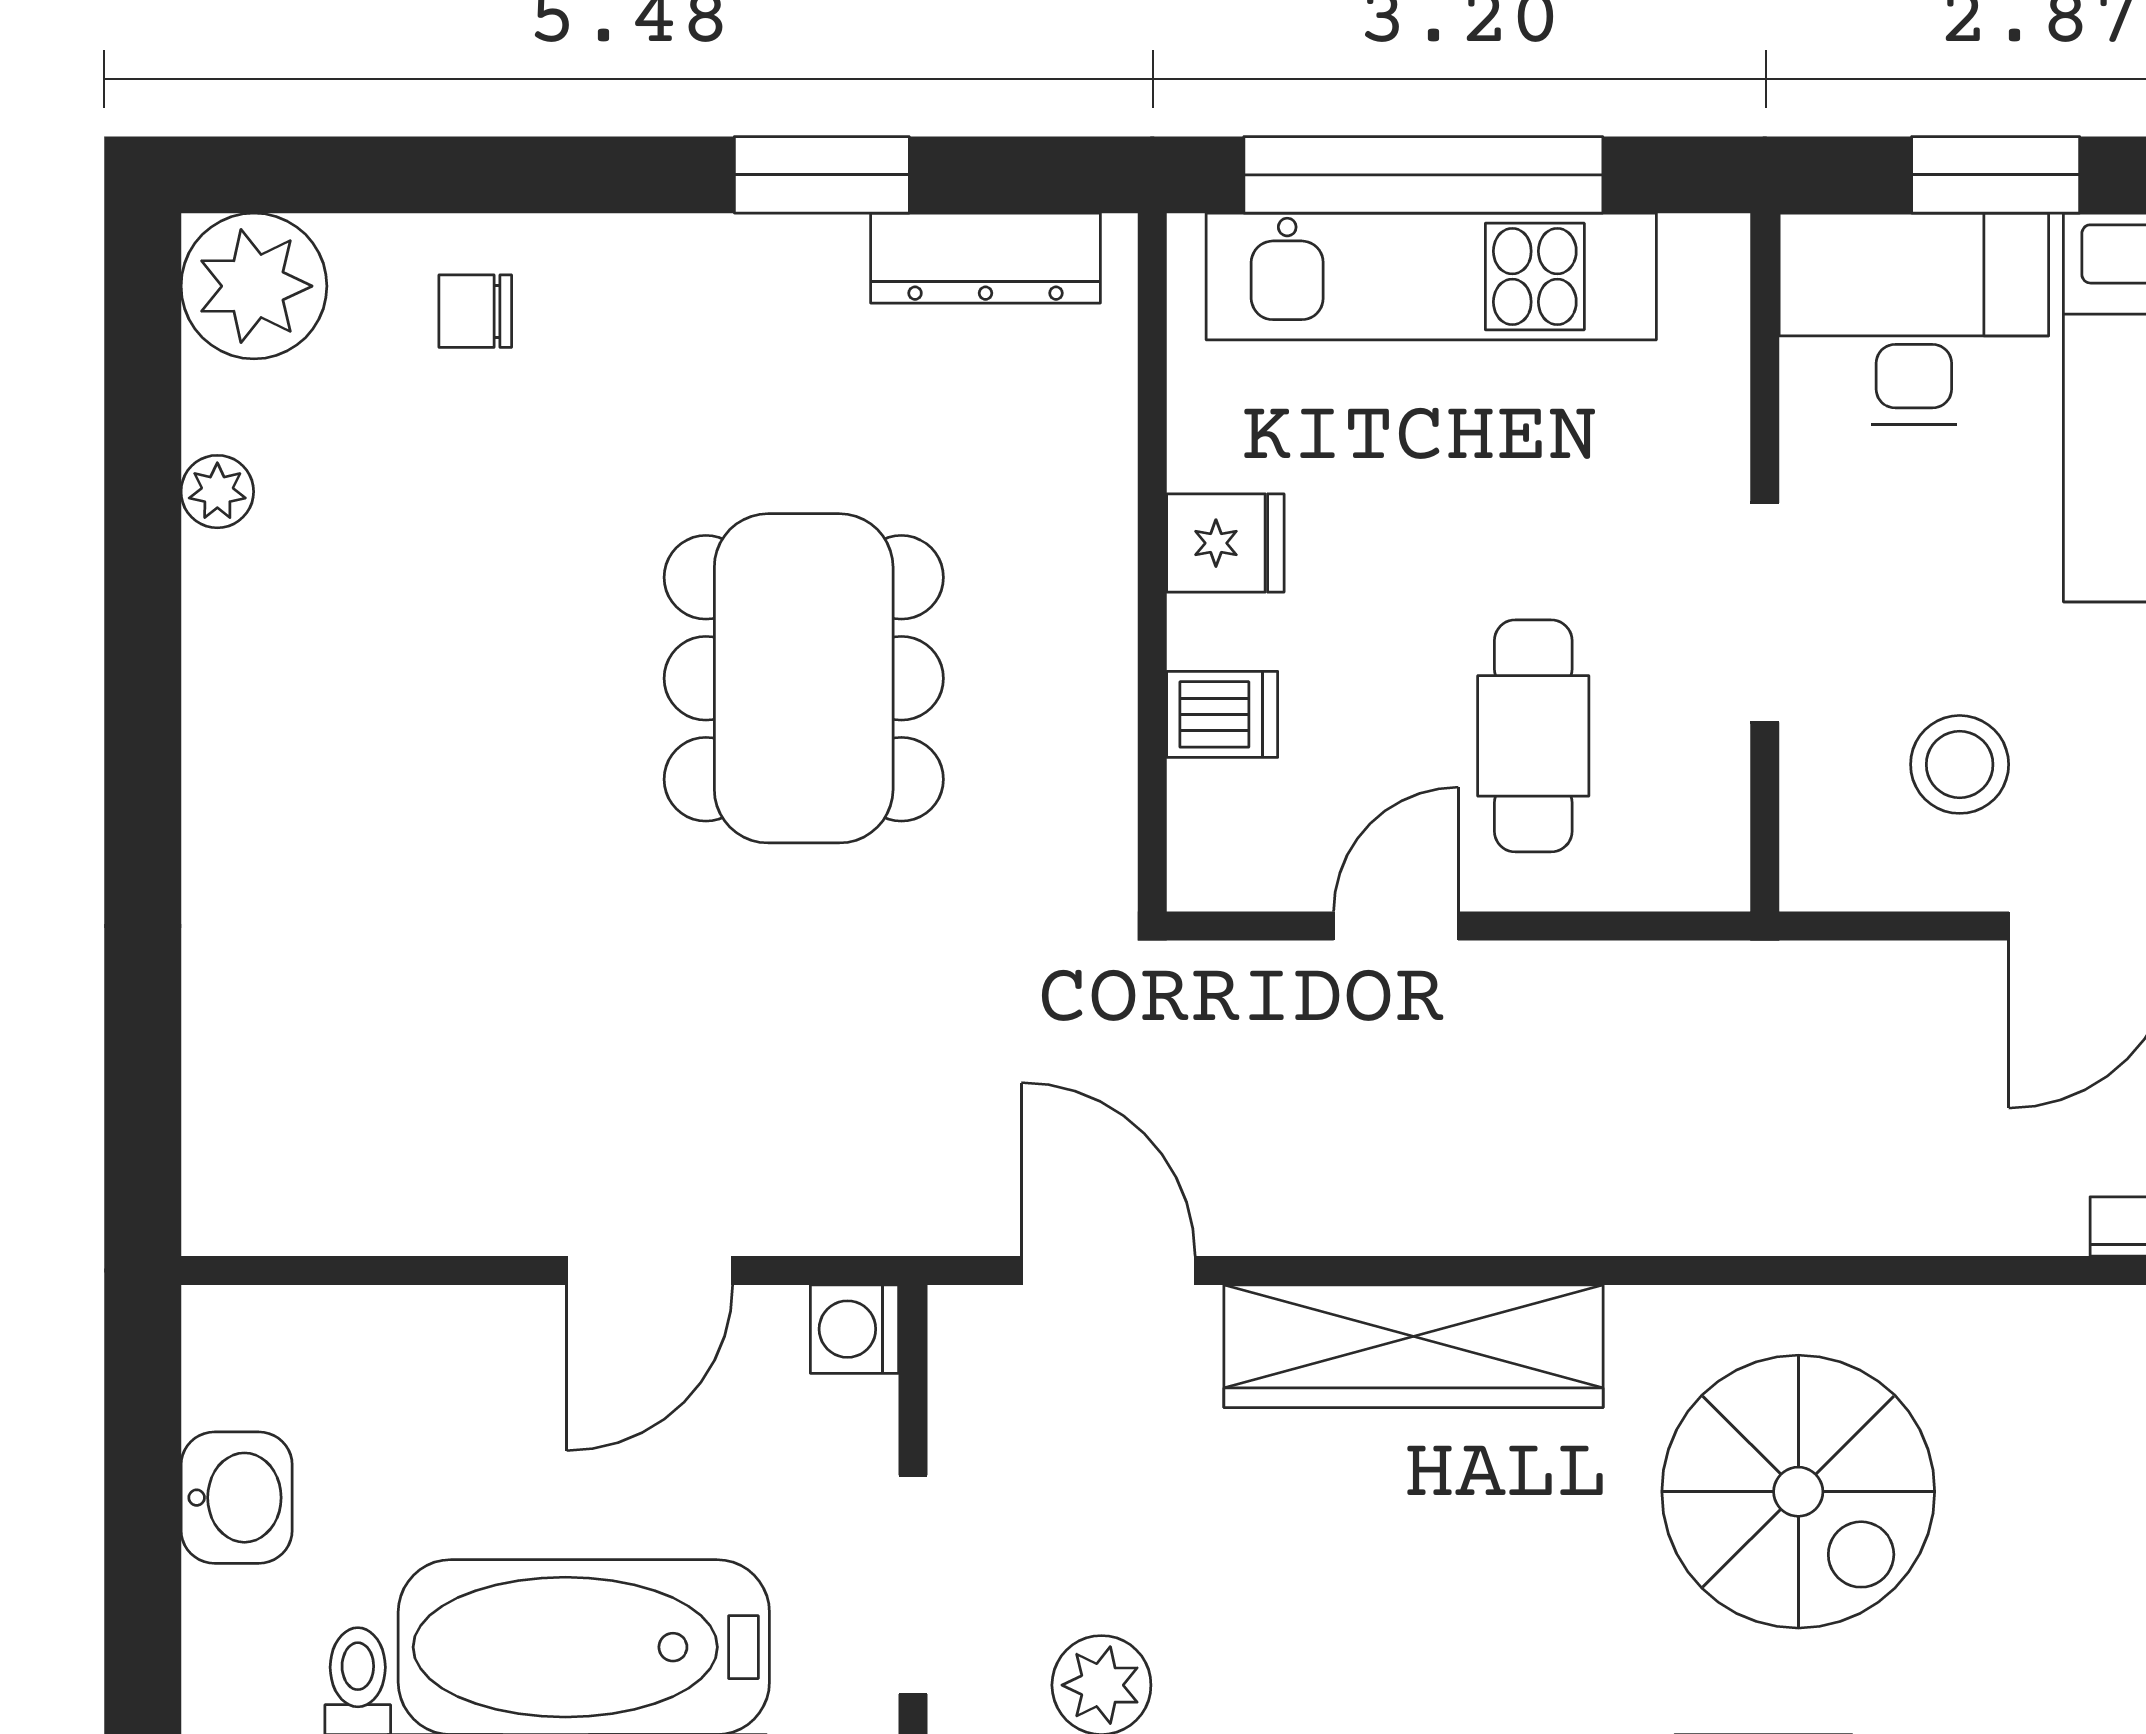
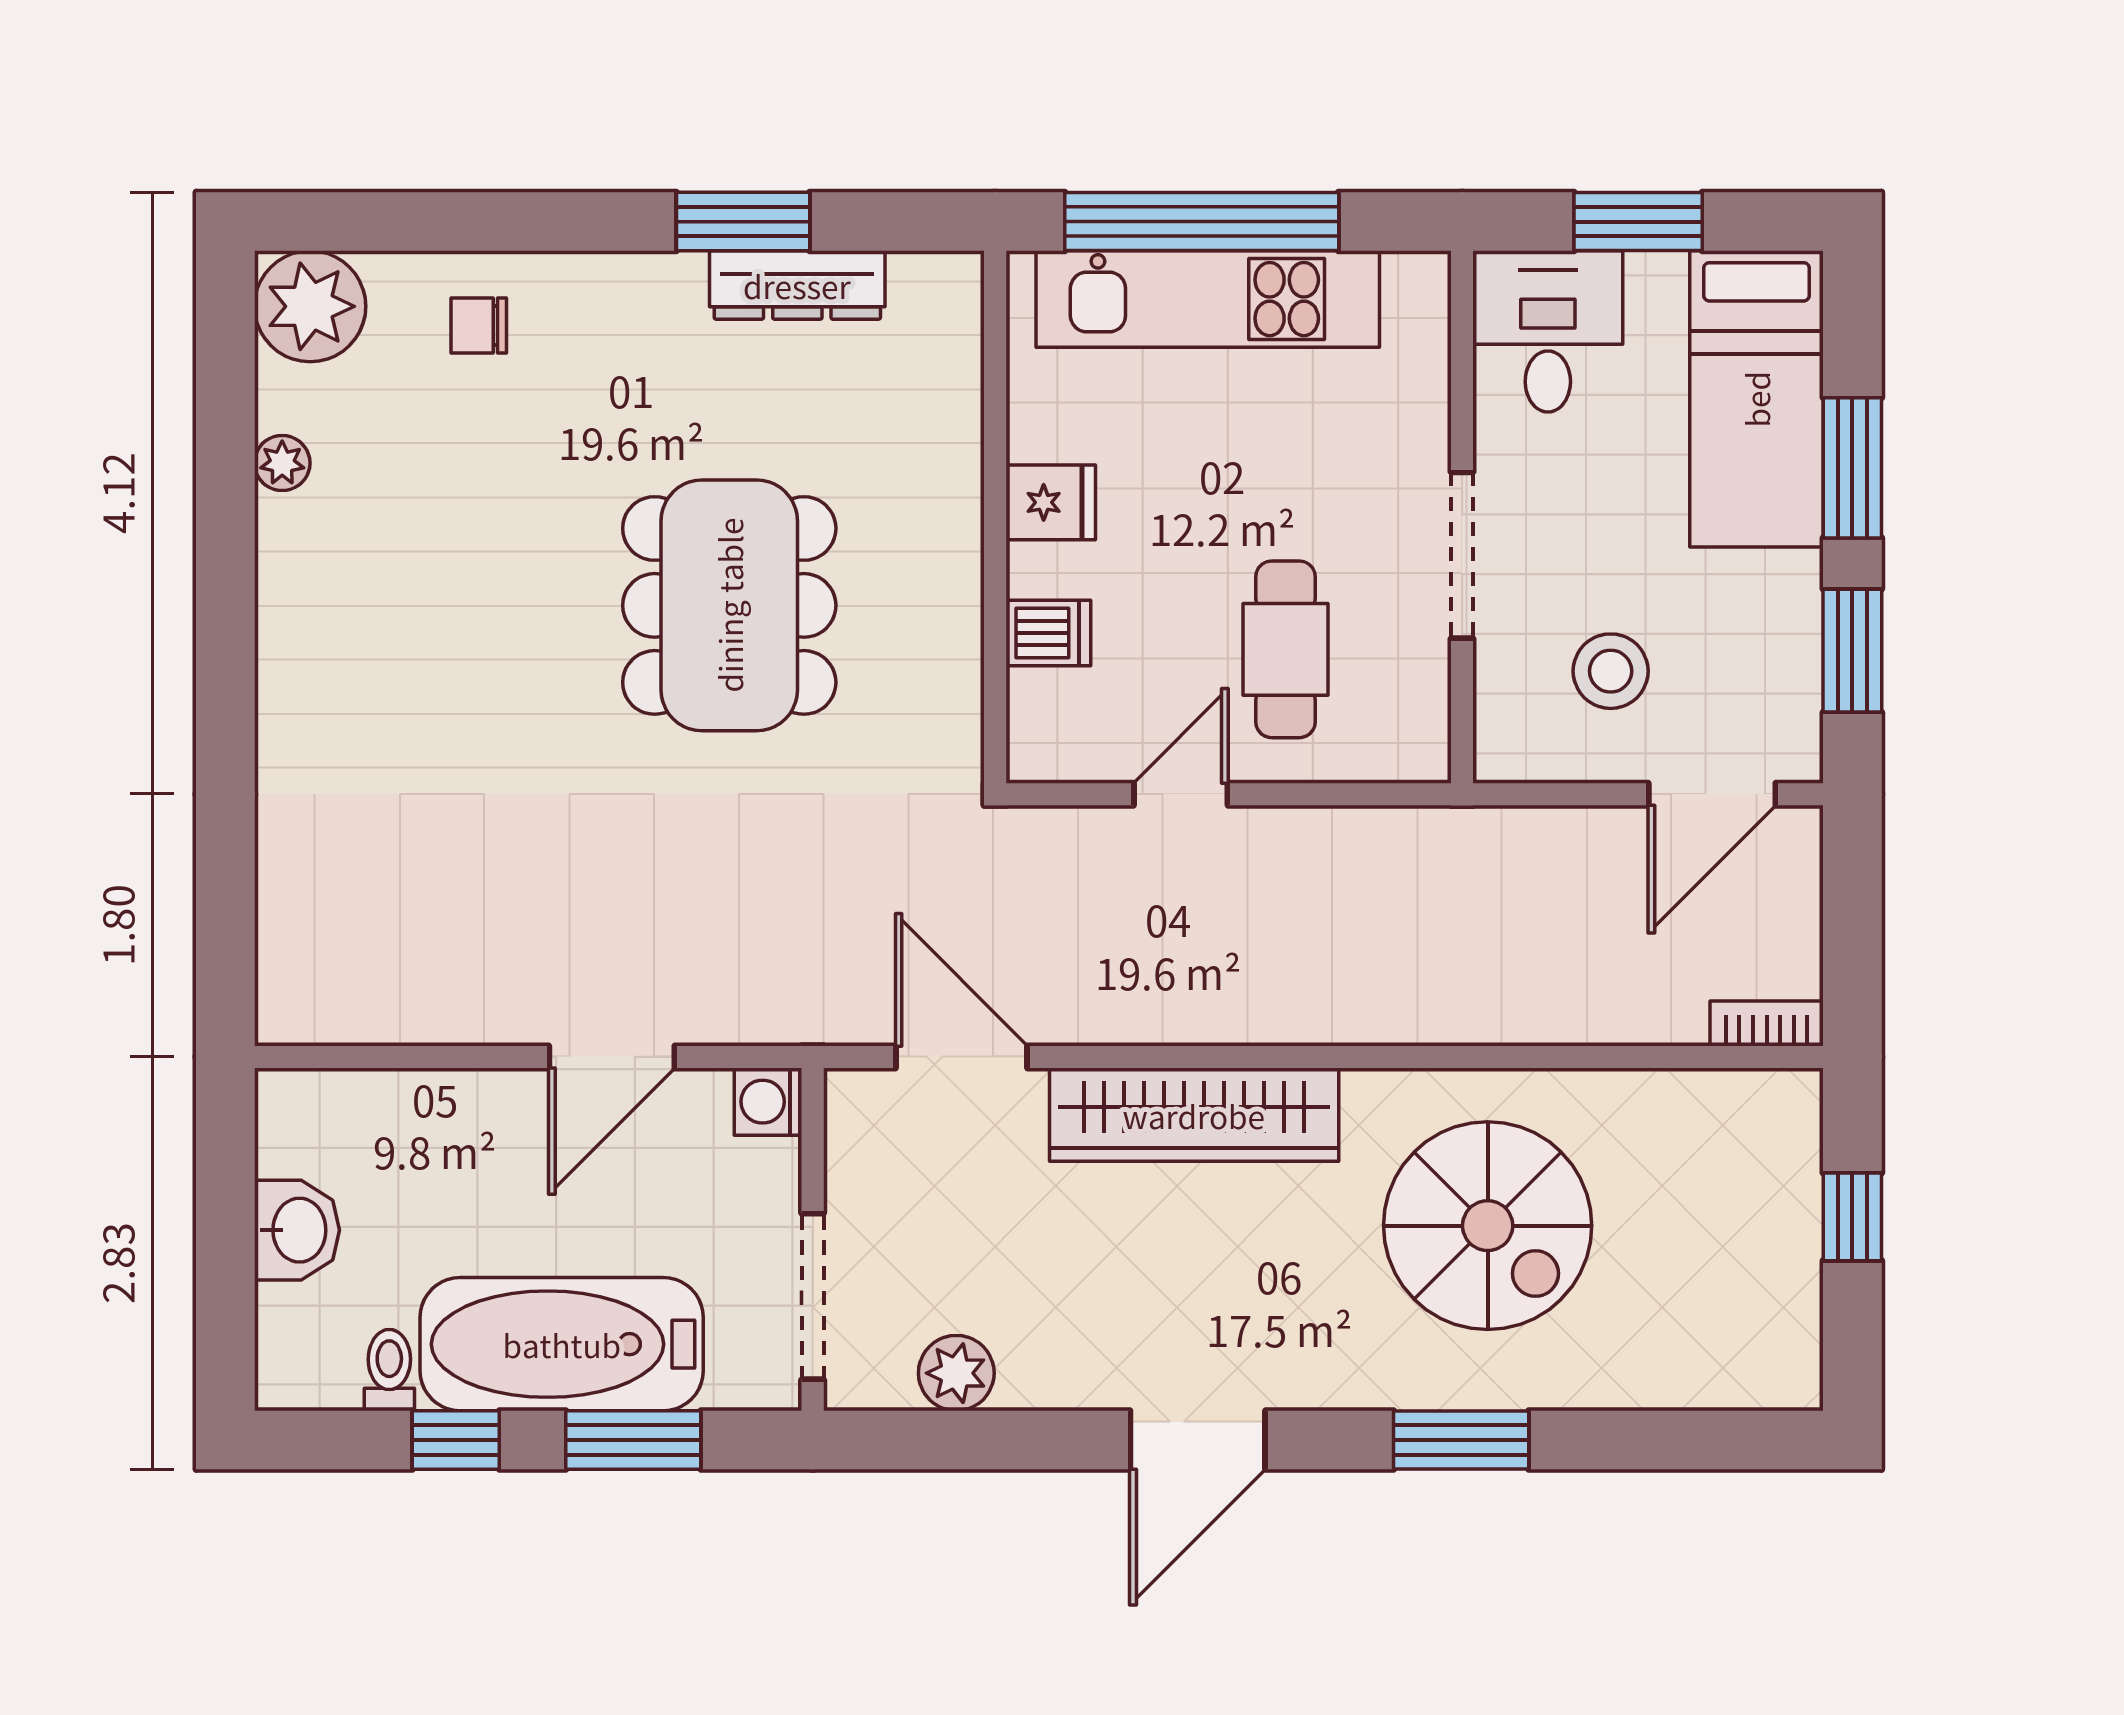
dresser: (986, 258) -> (797, 285), moved
desk: (1914, 319) -> (1548, 331), width x0.73

